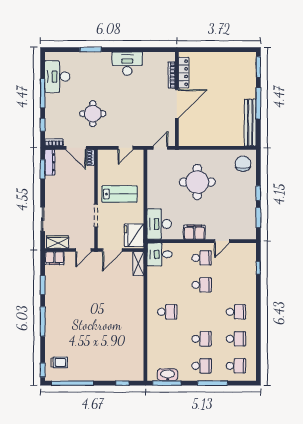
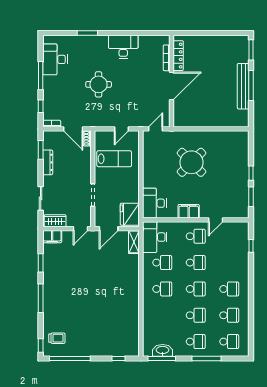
round table: (93, 114) -> (99, 84), moved
bench: (250, 123) -> (243, 86), moved
dresser: (50, 162) -> (48, 162), moved
chair: (243, 164) -> (236, 144), removed
round table: (197, 182) -> (191, 162), turned 45
lab bench: (119, 194) -> (114, 159), moved
desk: (160, 254) -> (155, 237), width x1.37
school desk: (167, 285) -> (162, 263), added
school desk: (202, 312) -> (196, 289), added

